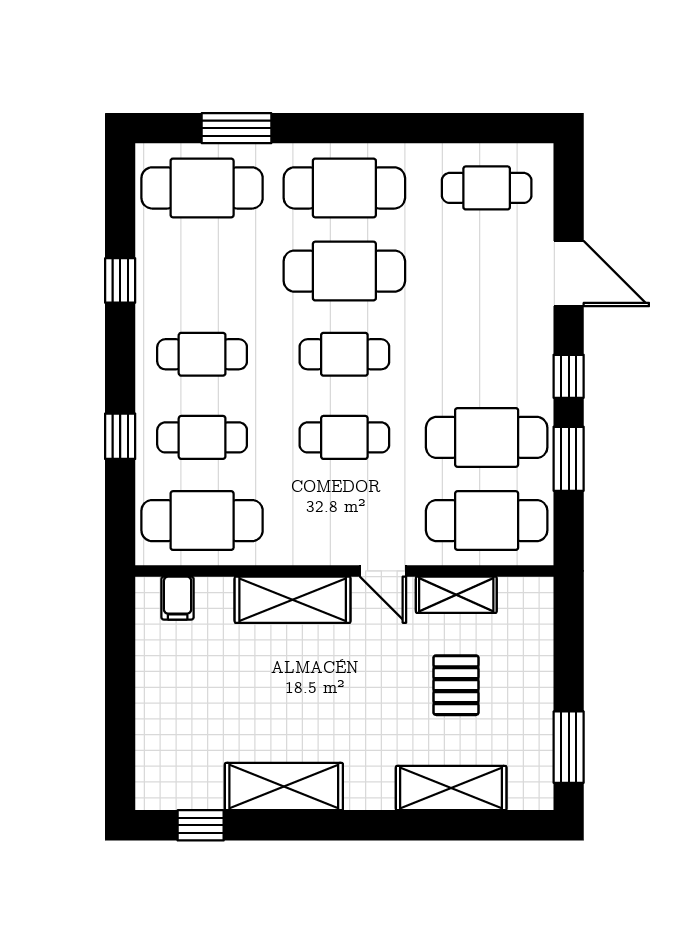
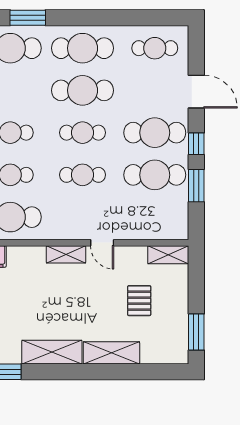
cafe table: (487, 521) -> (155, 133), moved
shelving: (456, 595) -> (168, 255), moved
shelving: (293, 600) -> (66, 254), width x0.67, depth x0.75
shelving: (451, 788) -> (111, 353), moved

